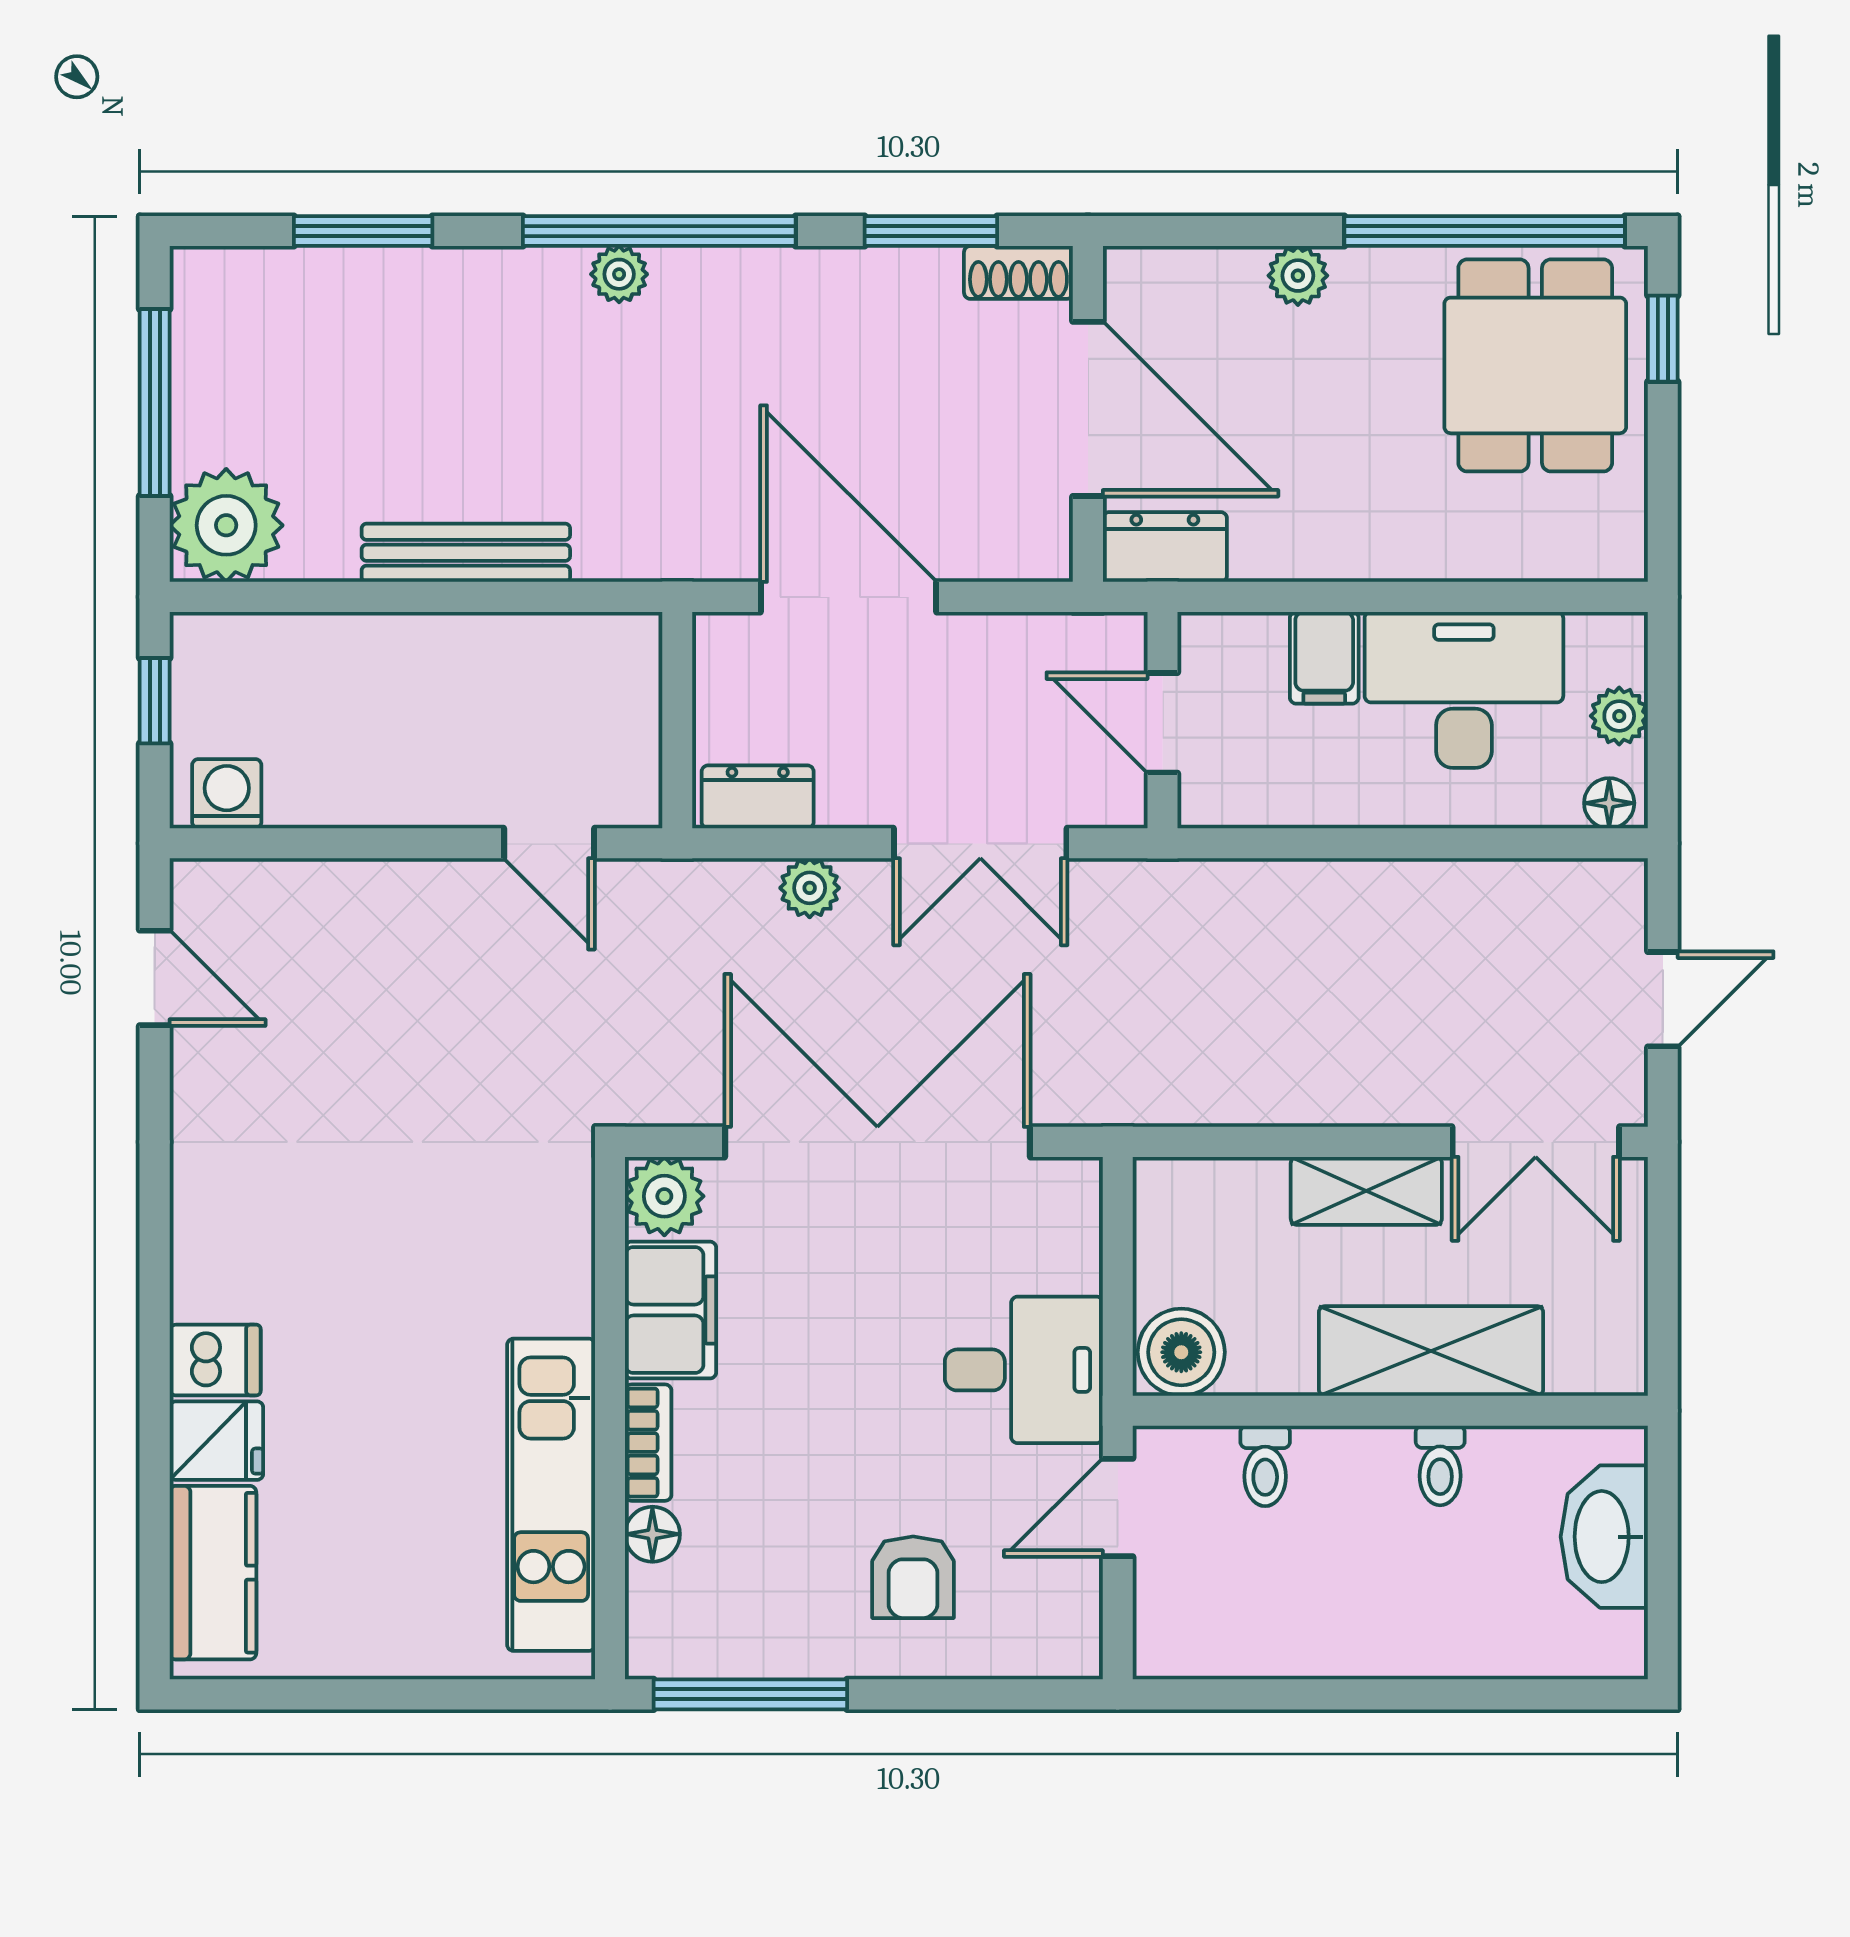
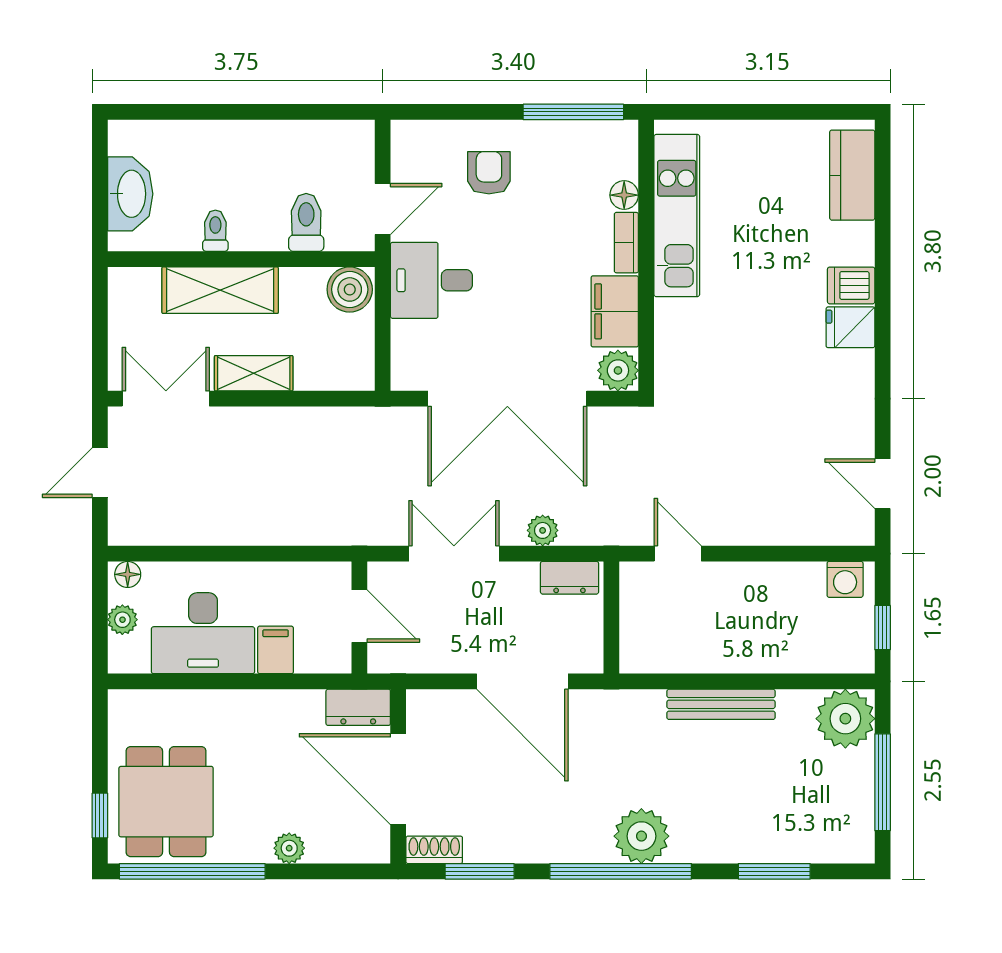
plant: (619, 274) -> (641, 836), width x1.88, depth x1.88
fridge: (216, 1441) -> (850, 327), moved
toilet: (1265, 1466) -> (306, 222), width x1.37, depth x1.39

